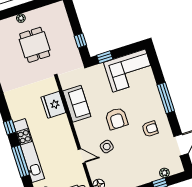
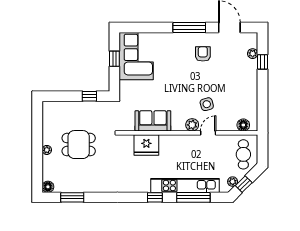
window: (105, 57) -> (114, 59), moved
window: (166, 98) -> (189, 28), moved
armchair: (117, 119) -> (181, 85), removed
plant: (84, 140) -> (192, 125), added

